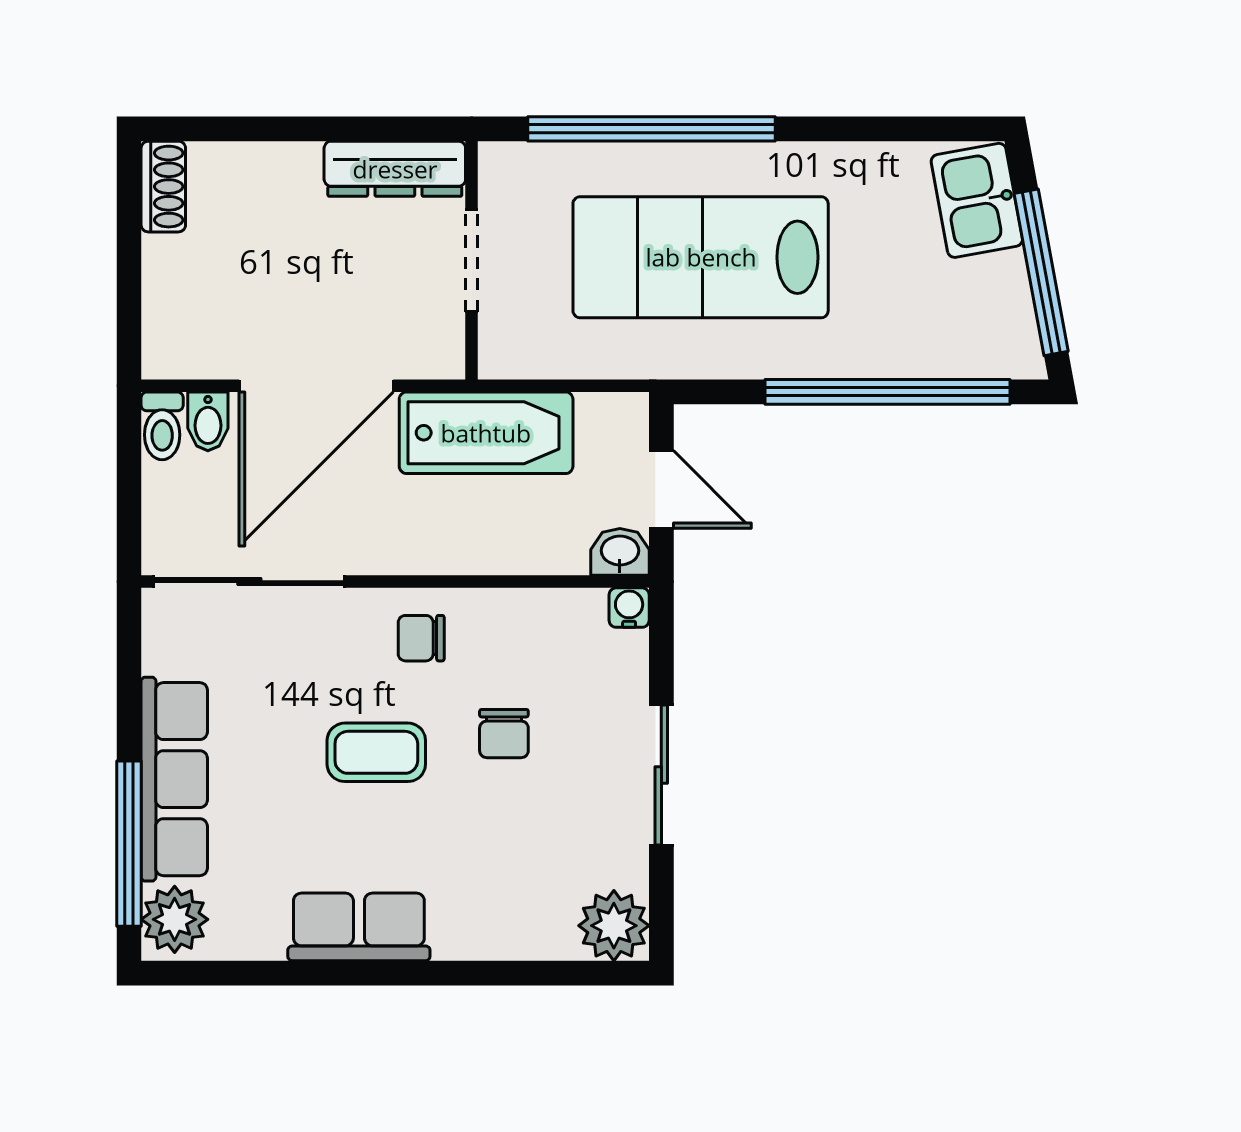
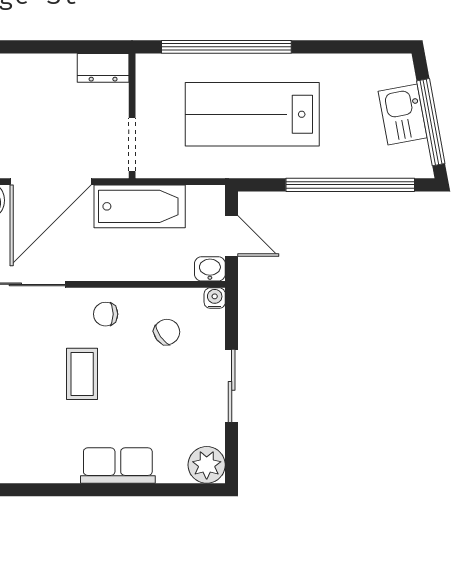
dresser: (395, 169) -> (103, 68), width x0.70
kitchen sink: (977, 200) -> (403, 114), moved
doorway: (472, 261) -> (132, 145), moved
chair: (504, 734) -> (167, 332), moved, turned -126
coffee table: (376, 752) -> (82, 374), turned 90
row of seats: (359, 927) -> (118, 466), moved

